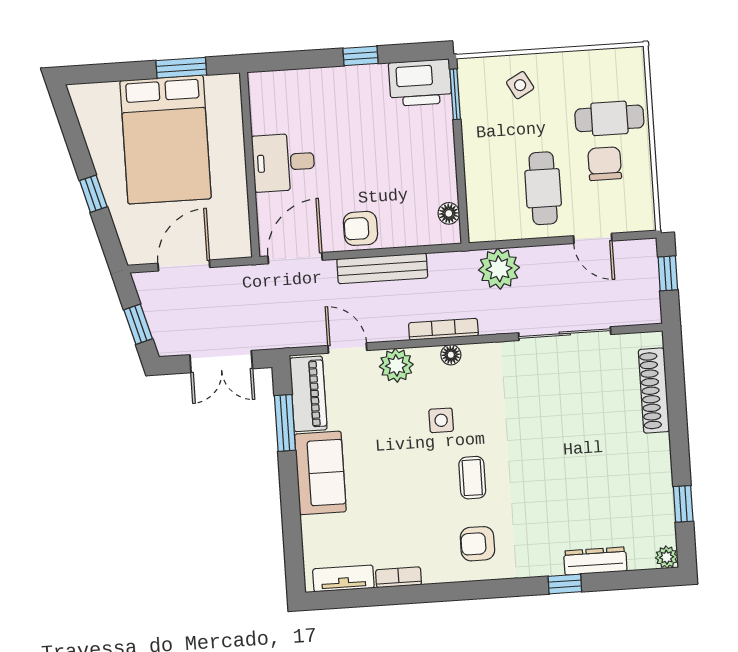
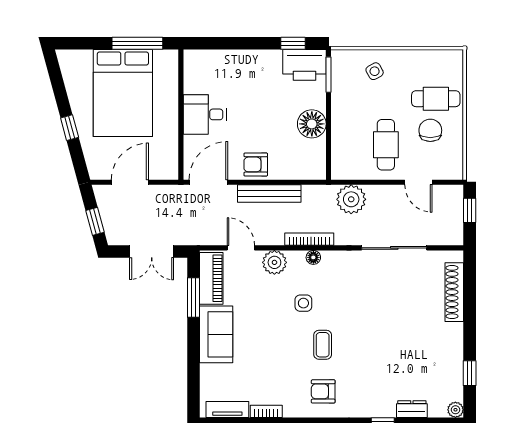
window: (361, 56) -> (293, 43), moved
window: (181, 68) -> (137, 43), width x1.44
floor lamp: (449, 213) -> (312, 124), moved, width x1.89, depth x1.89
dresser: (595, 561) -> (412, 409), width x0.70

